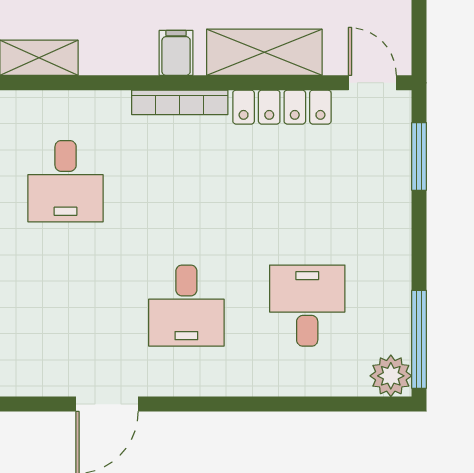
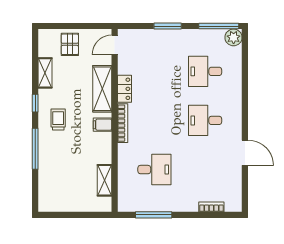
locker: (282, 107) -> (124, 89), width x0.66
window: (419, 156) -> (168, 26), moved
desk: (186, 306) -> (205, 120), turned 180

